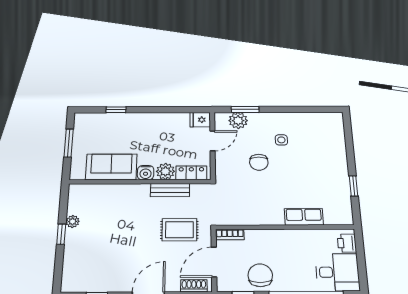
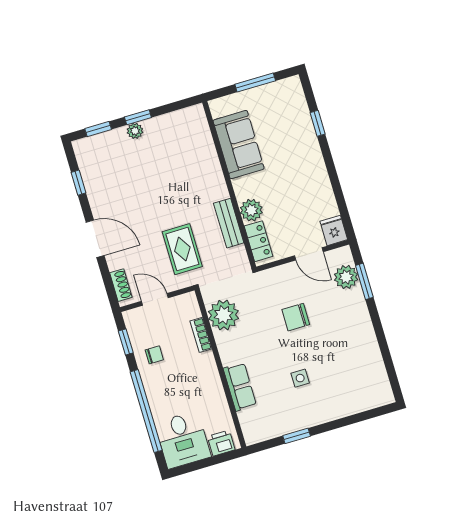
side table: (281, 140) -> (300, 378), moved
water cooler: (146, 173) -> (243, 187), removed
plant: (242, 213) -> (224, 315), added
plant: (73, 221) -> (135, 131), moved
bookcase: (230, 235) -> (201, 335), moved
door: (214, 262) -> (155, 299), width x0.73
window: (58, 268) -> (98, 129), added
chair: (260, 275) -> (154, 355), width x0.54, depth x0.54

